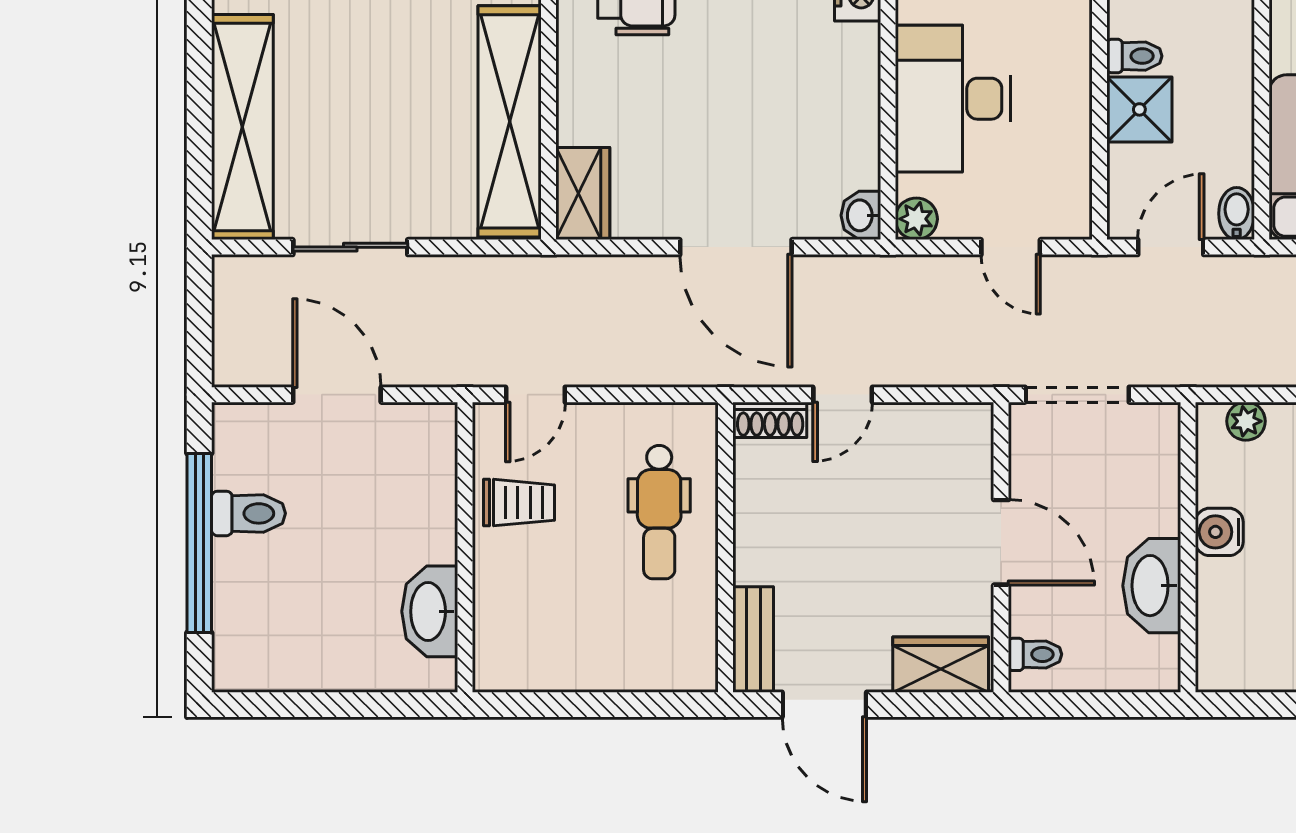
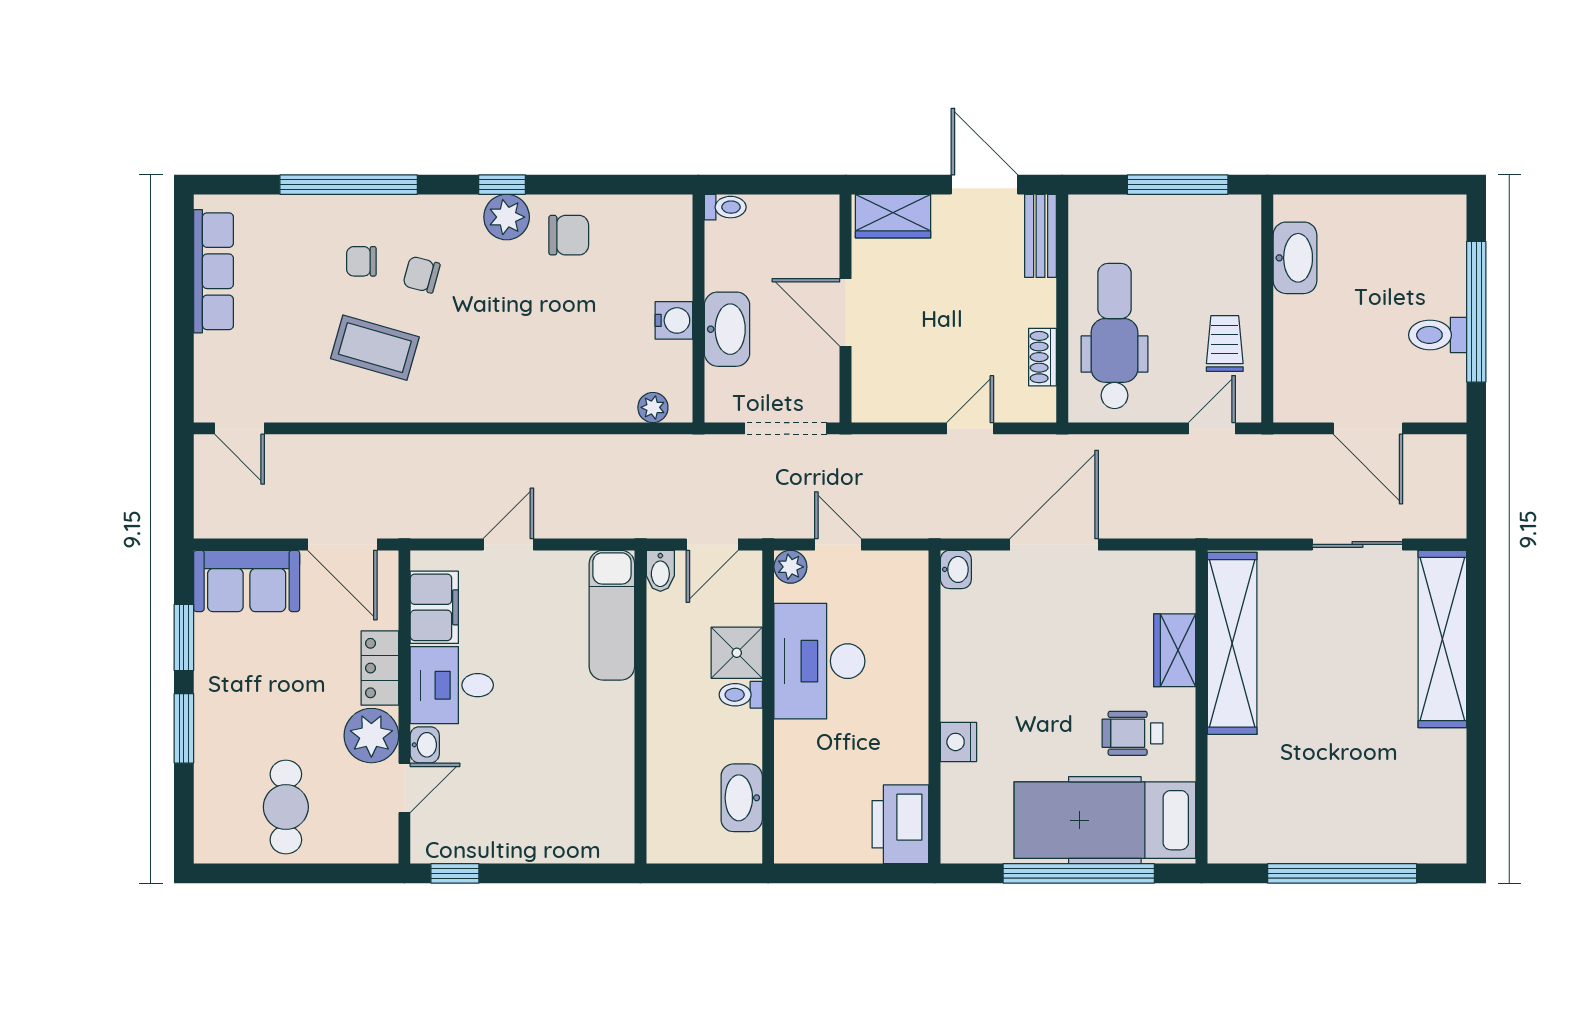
desk: (953, 99) -> (819, 661), moved, turned 180
wardrobe: (583, 194) -> (1175, 650), moved
plant: (916, 219) -> (790, 567), moved
door: (736, 247) -> (1054, 544), hinge flipped
shoe rack: (770, 420) -> (1042, 357), moved, turned -90
trolley: (519, 503) -> (1225, 344), turned 90
dental chair: (659, 512) -> (1114, 336), width x1.36, depth x1.38
washbasin: (1152, 586) -> (727, 329), moved
toilet: (1035, 654) -> (725, 207), moved, turned 180
window: (579, 705) -> (1178, 185), added

